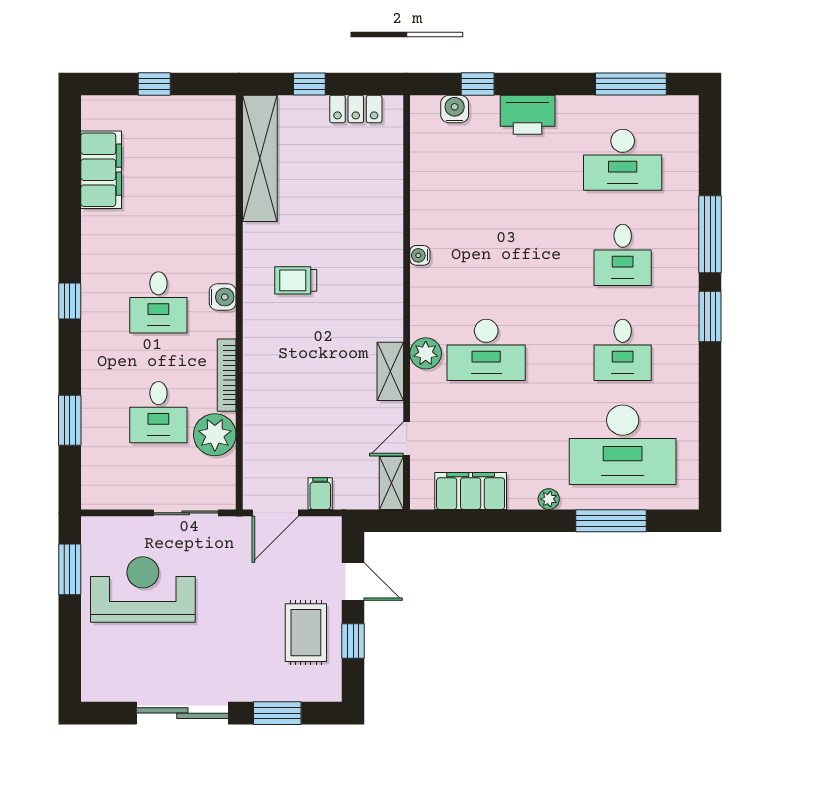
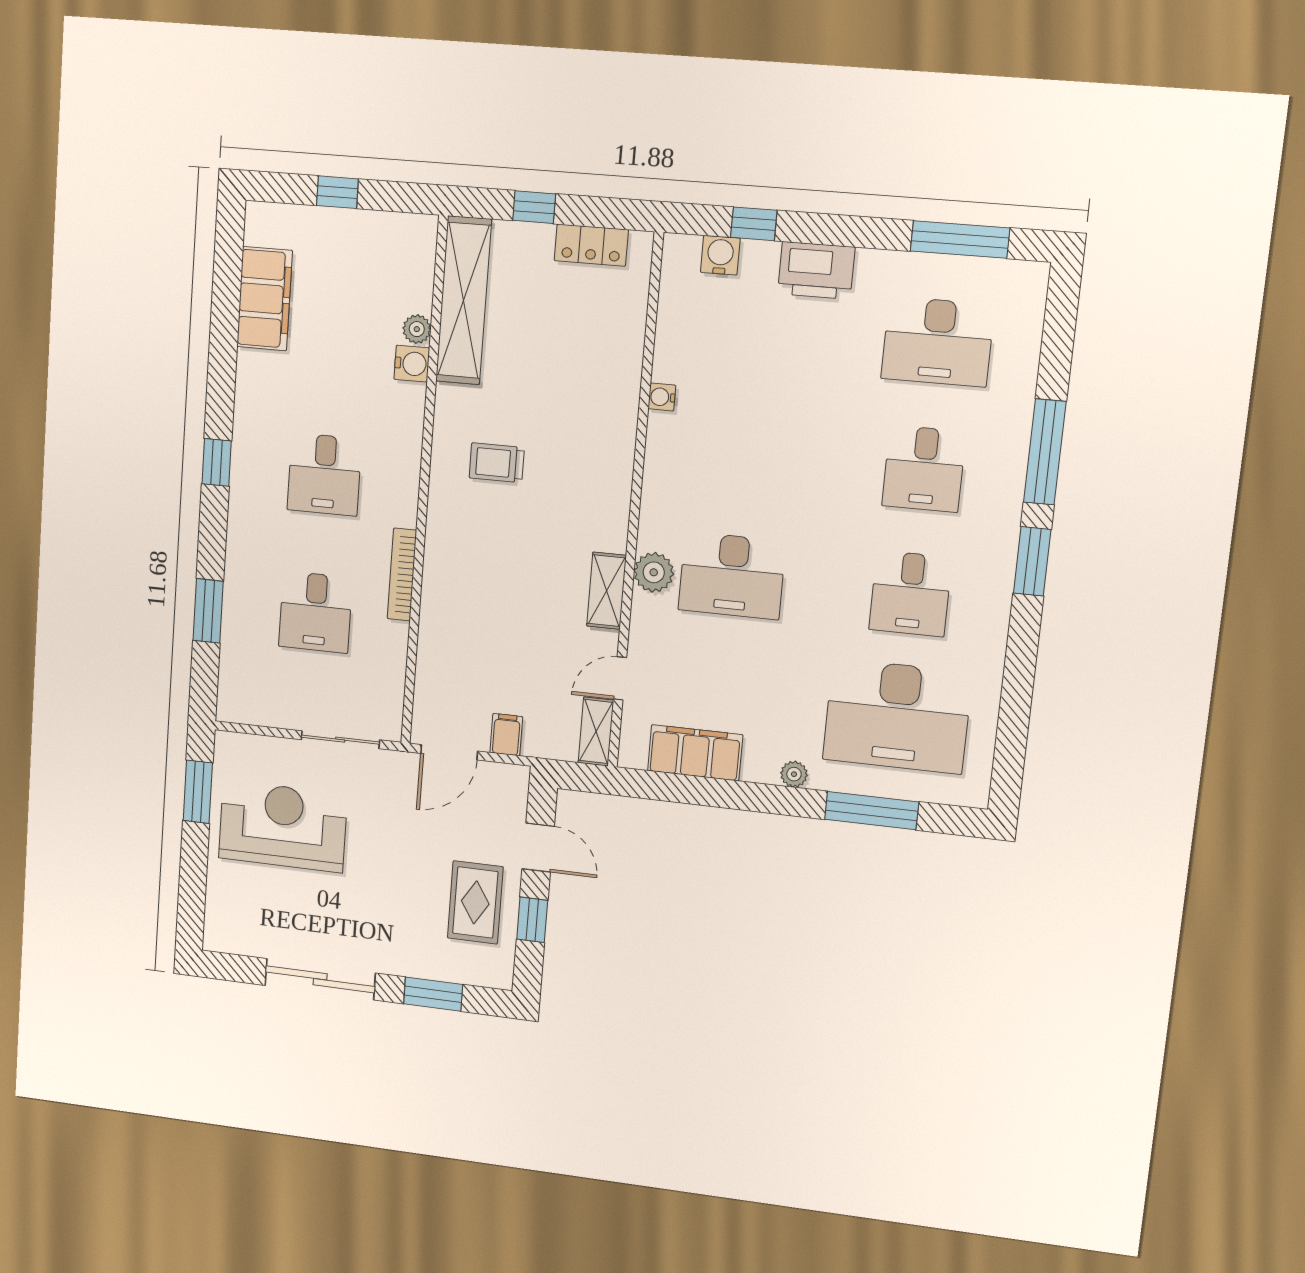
water cooler: (420, 255) -> (662, 397), moved
water cooler: (223, 297) -> (412, 364), moved
plant: (215, 435) -> (417, 329), moved, width x0.53, depth x0.53

